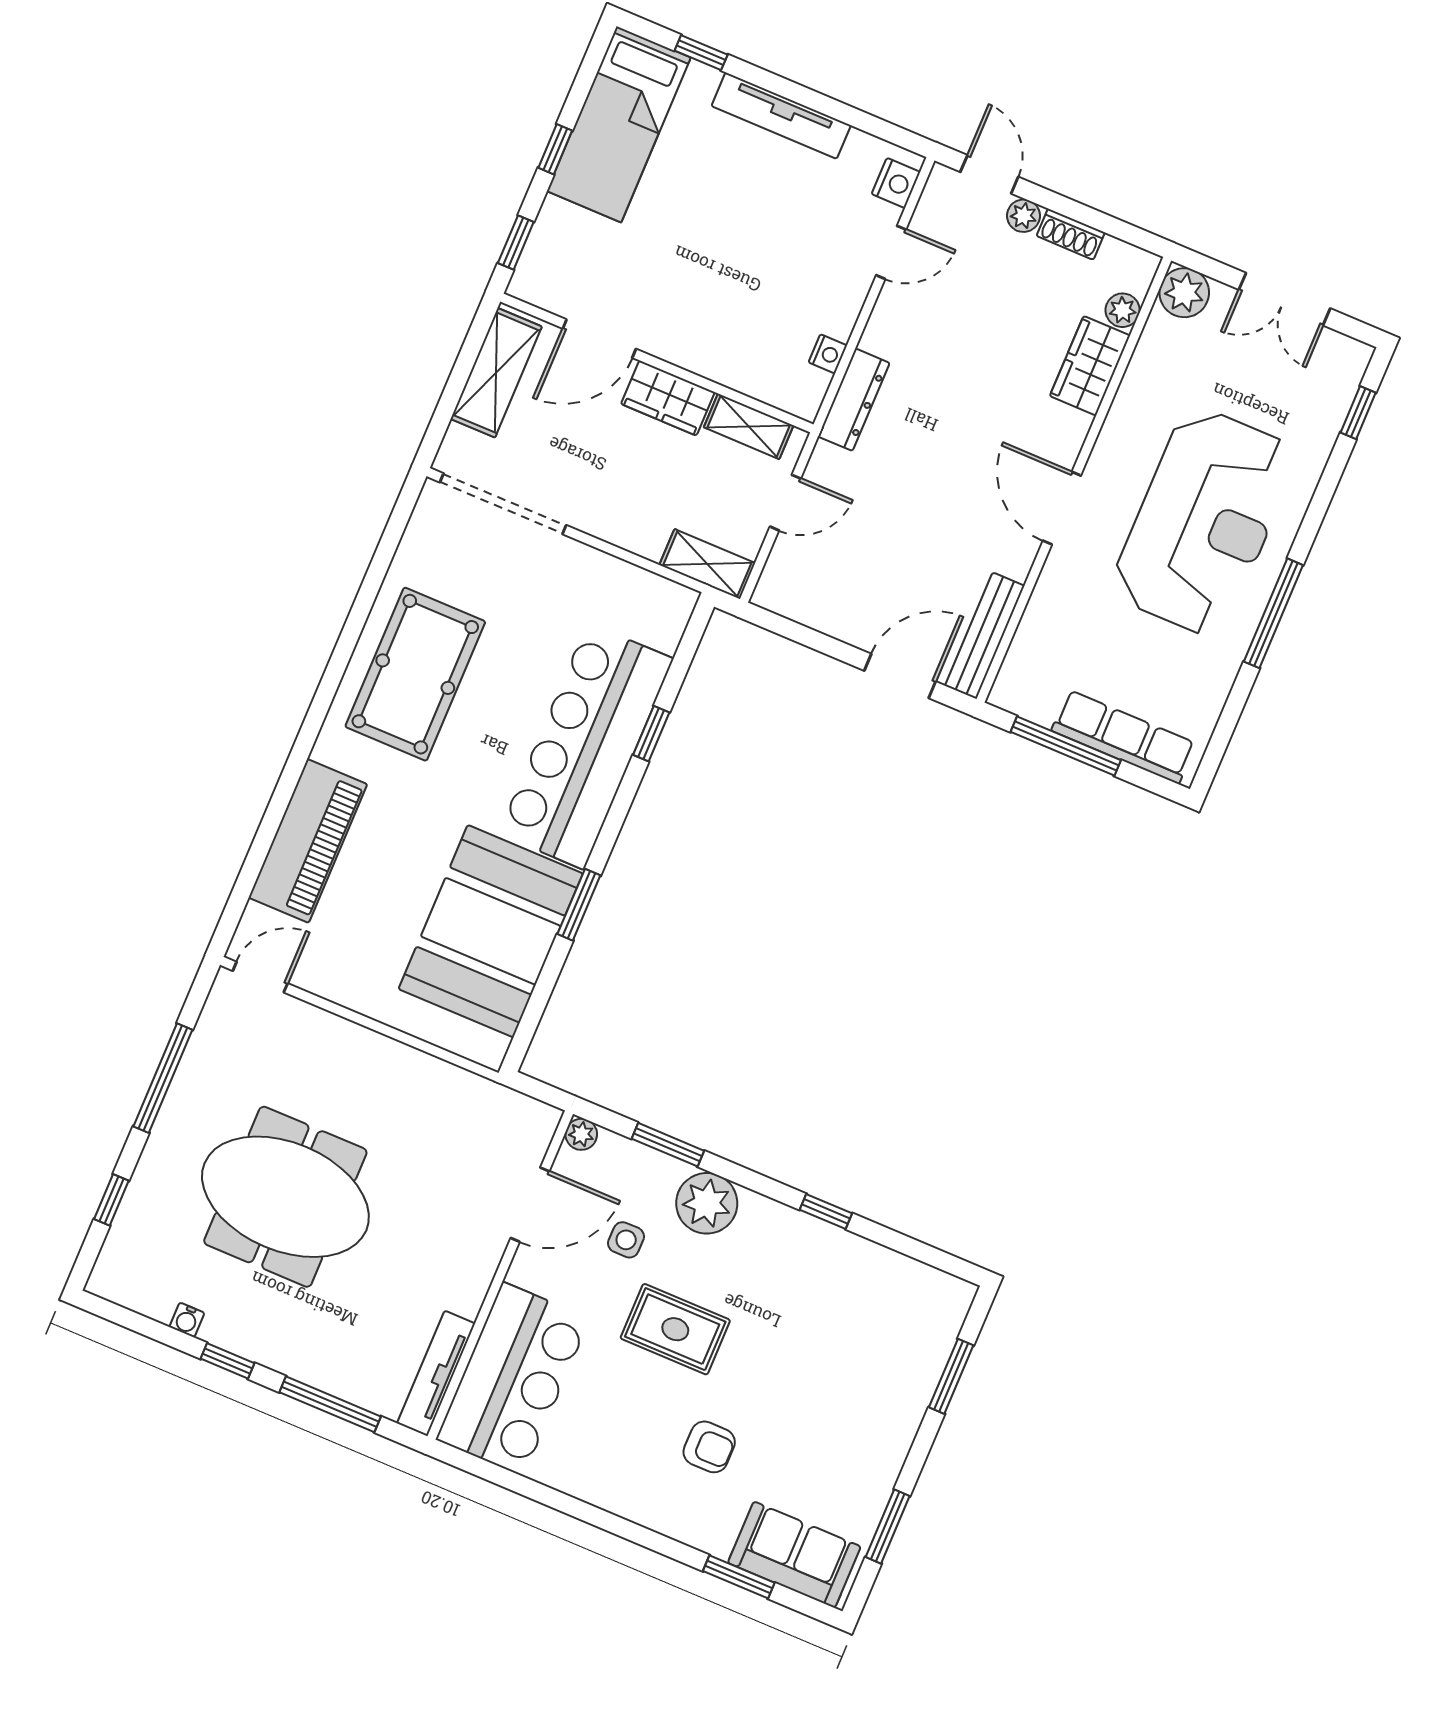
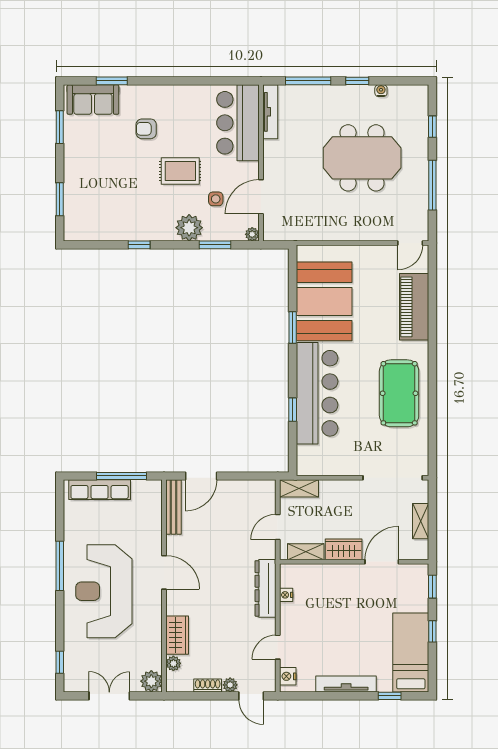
shelving: (496, 373) -> (421, 521), width x0.67, depth x0.75
dresser: (854, 400) -> (266, 588), width x1.37, depth x1.24

